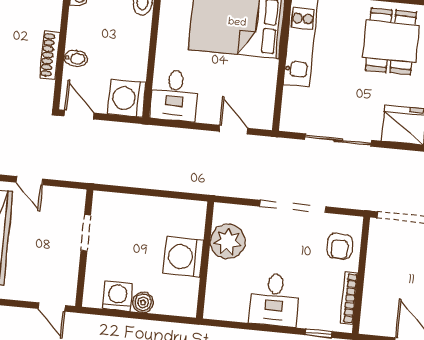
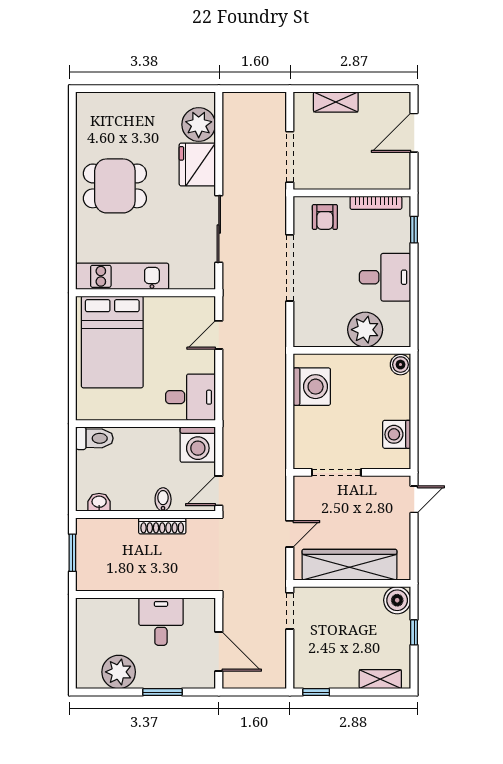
doorway: (86, 233) -> (336, 472), width x1.38
plant: (228, 241) -> (365, 330), moved
armchair: (340, 246) -> (325, 217), turned 90
washing machine: (183, 257) -> (312, 387), moved, turned -90
boiler: (143, 302) -> (400, 365), moved

